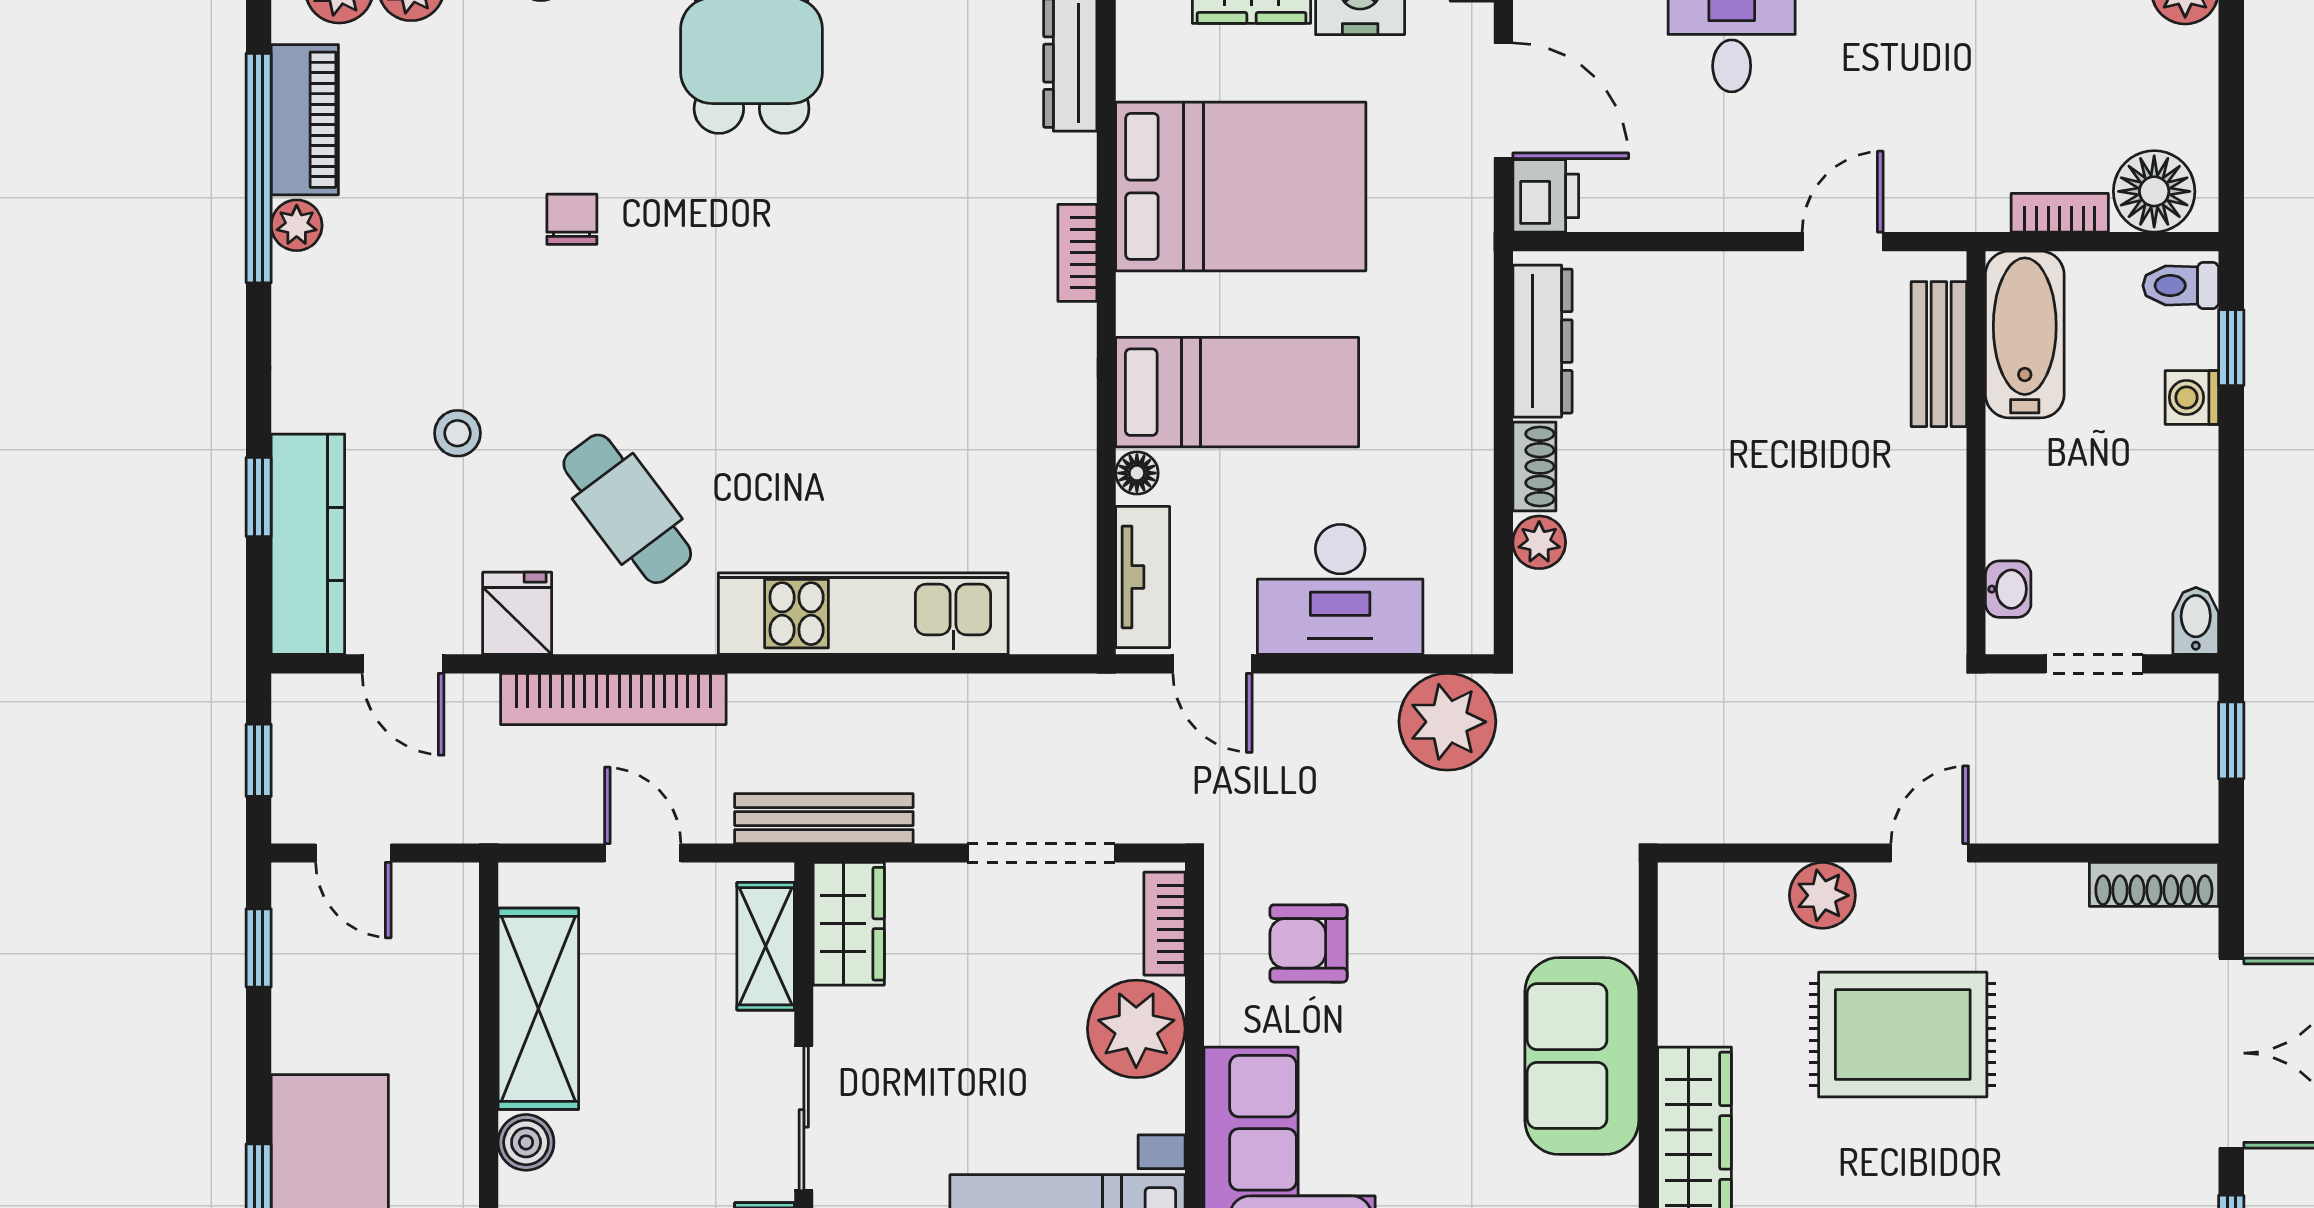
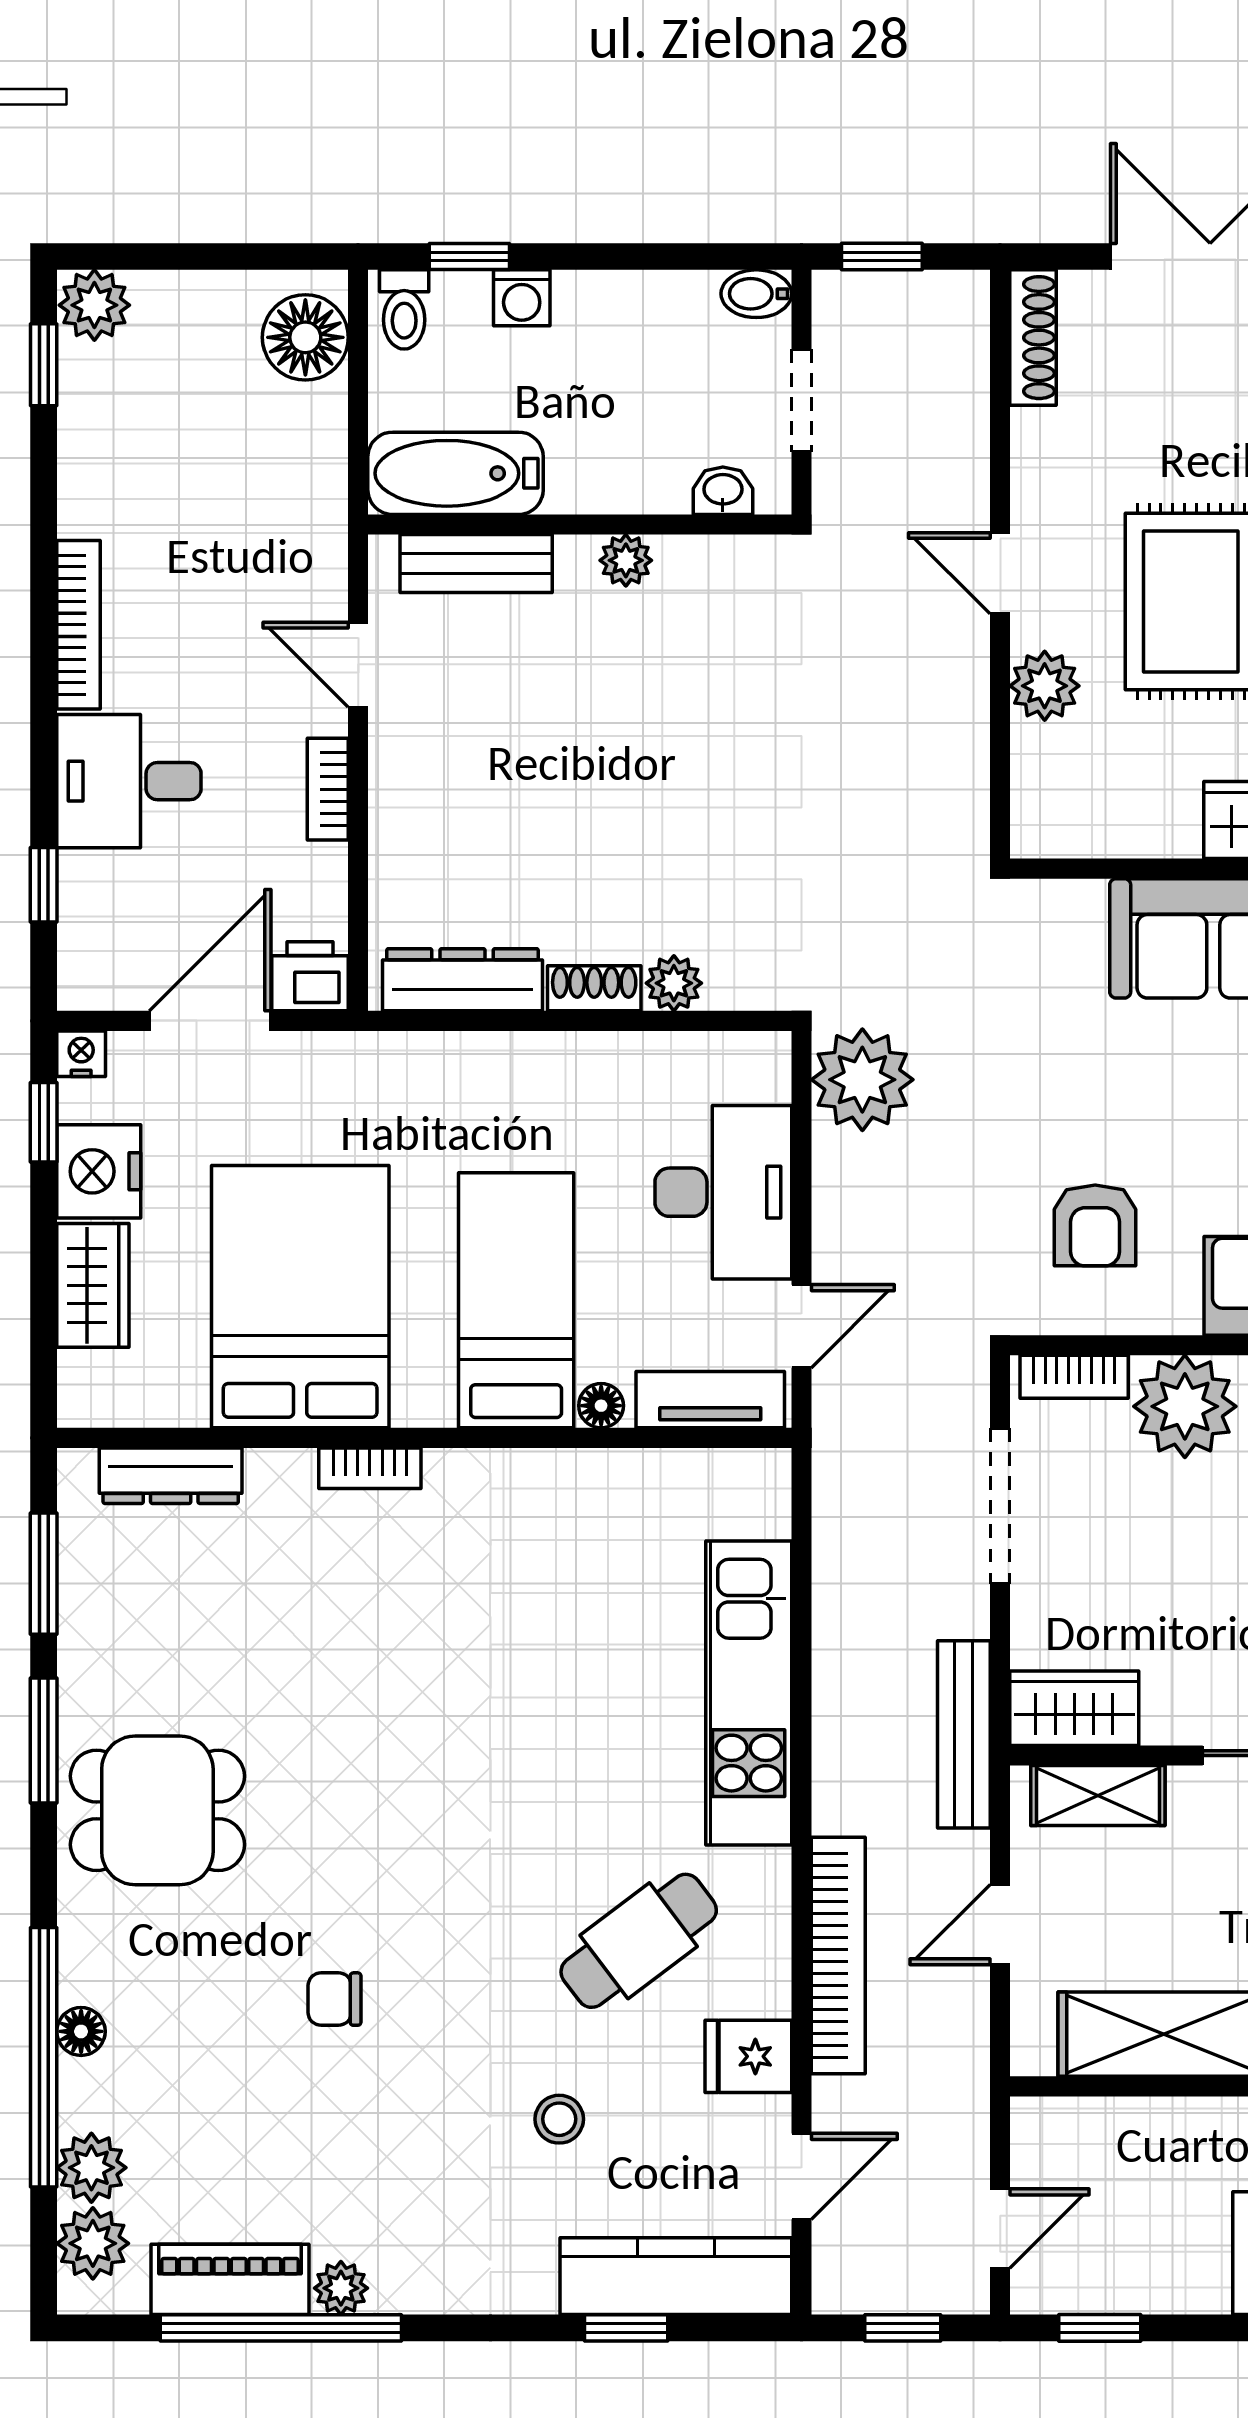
bookcase: (2060, 213) -> (328, 789), moved
plant: (1942, 497) -> (626, 560), added

